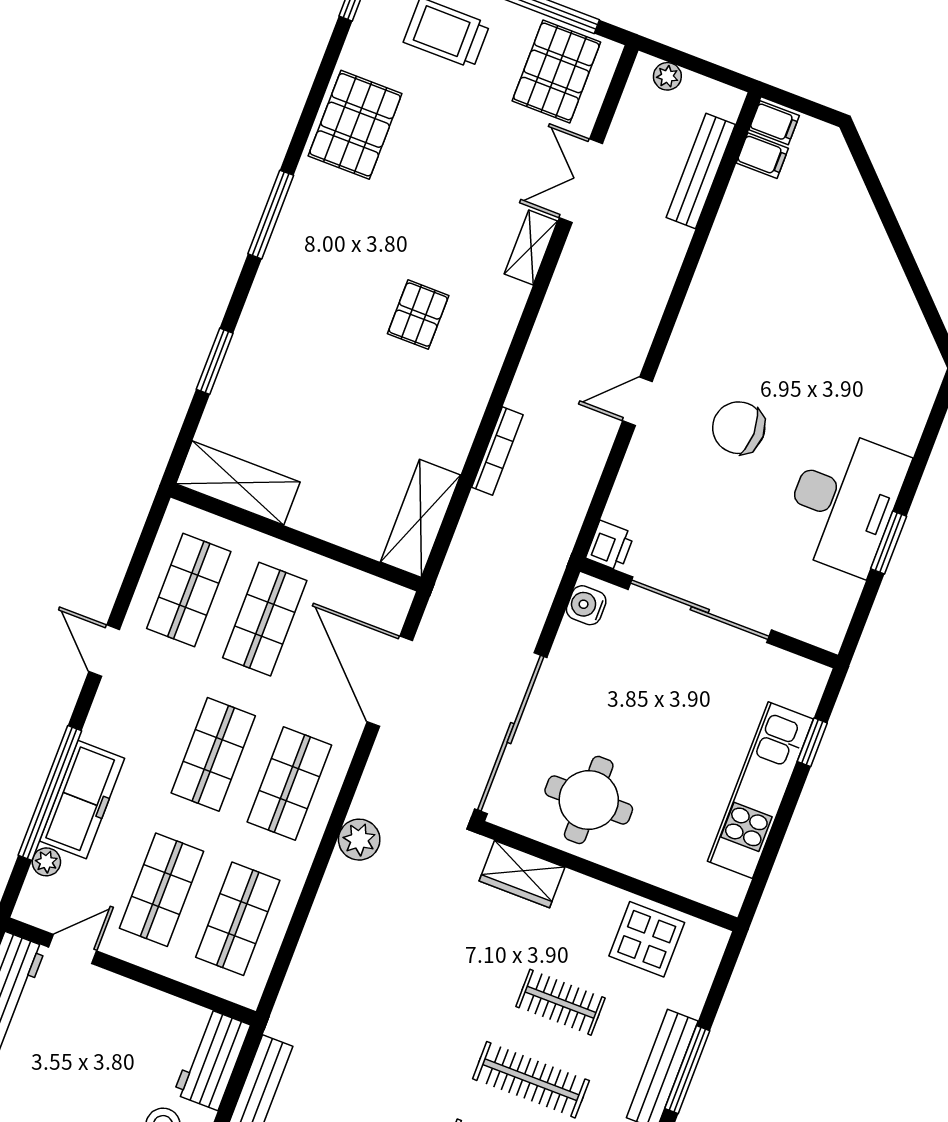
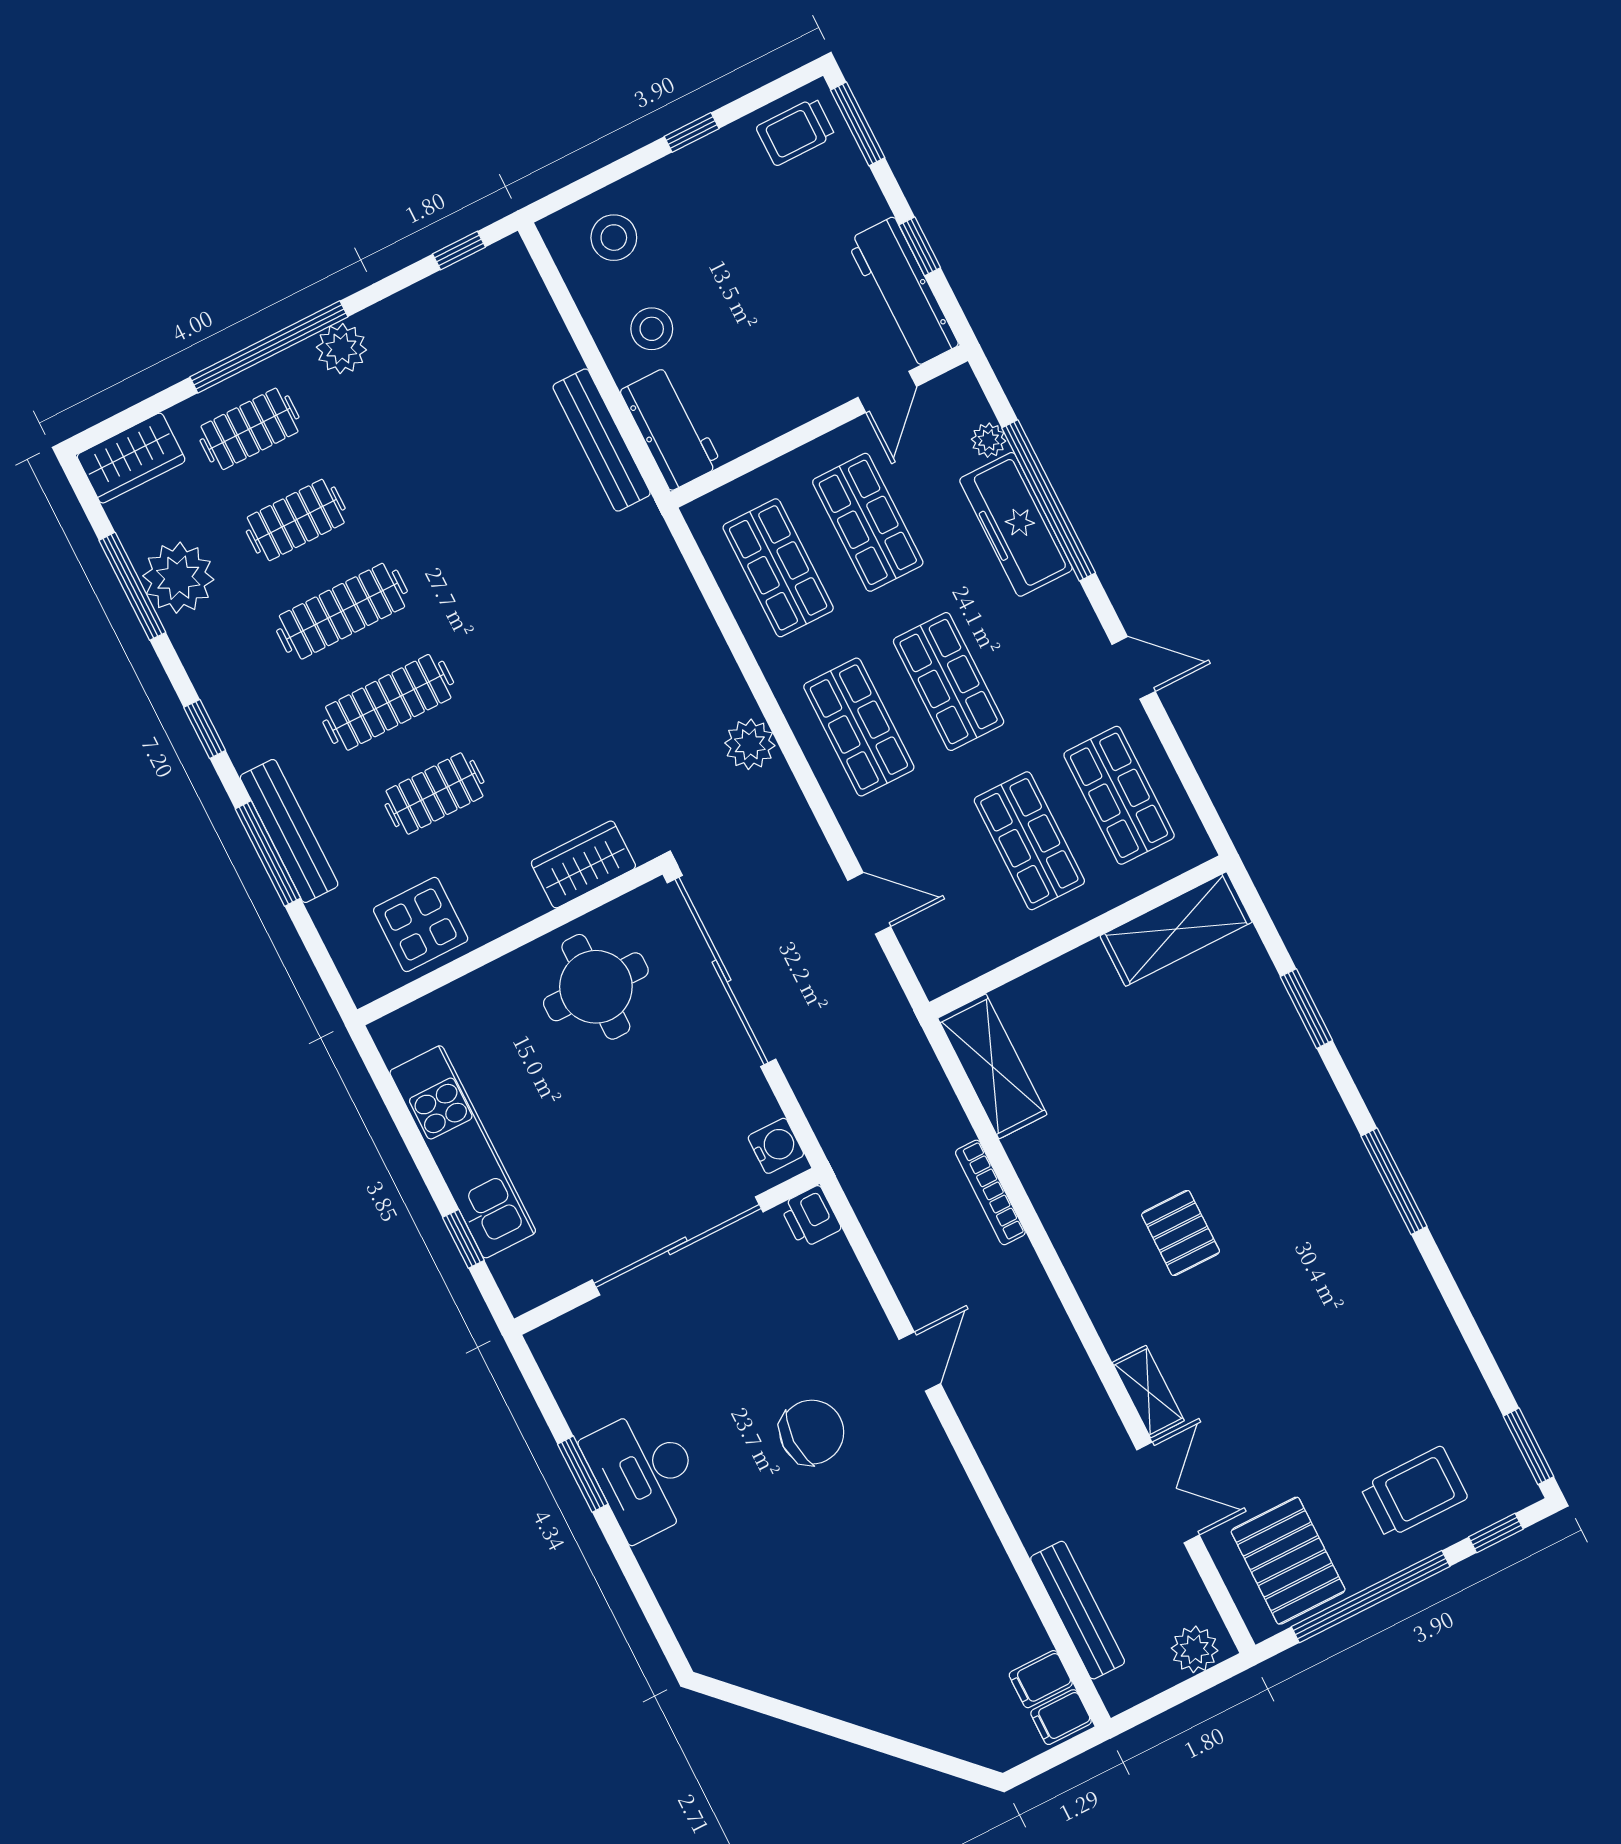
plant: (667, 76) -> (1195, 1649), width x1.38, depth x1.38
pallet: (355, 125) -> (1406, 1333), removed
desk: (844, 502) -> (645, 1473), width x0.73, depth x0.77
door: (390, 681) -> (869, 903), width x0.53

